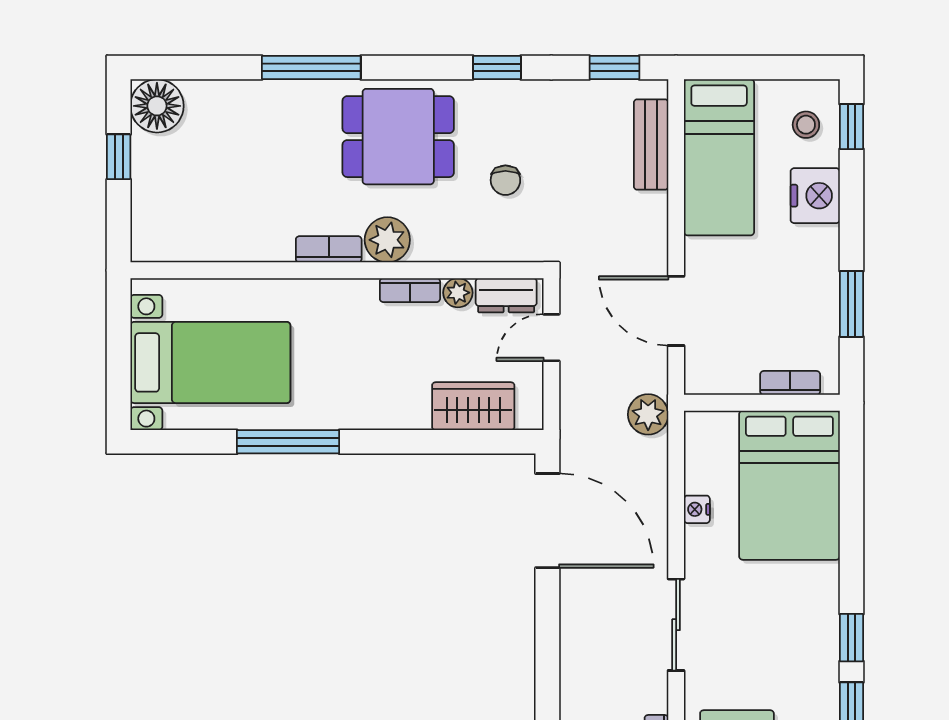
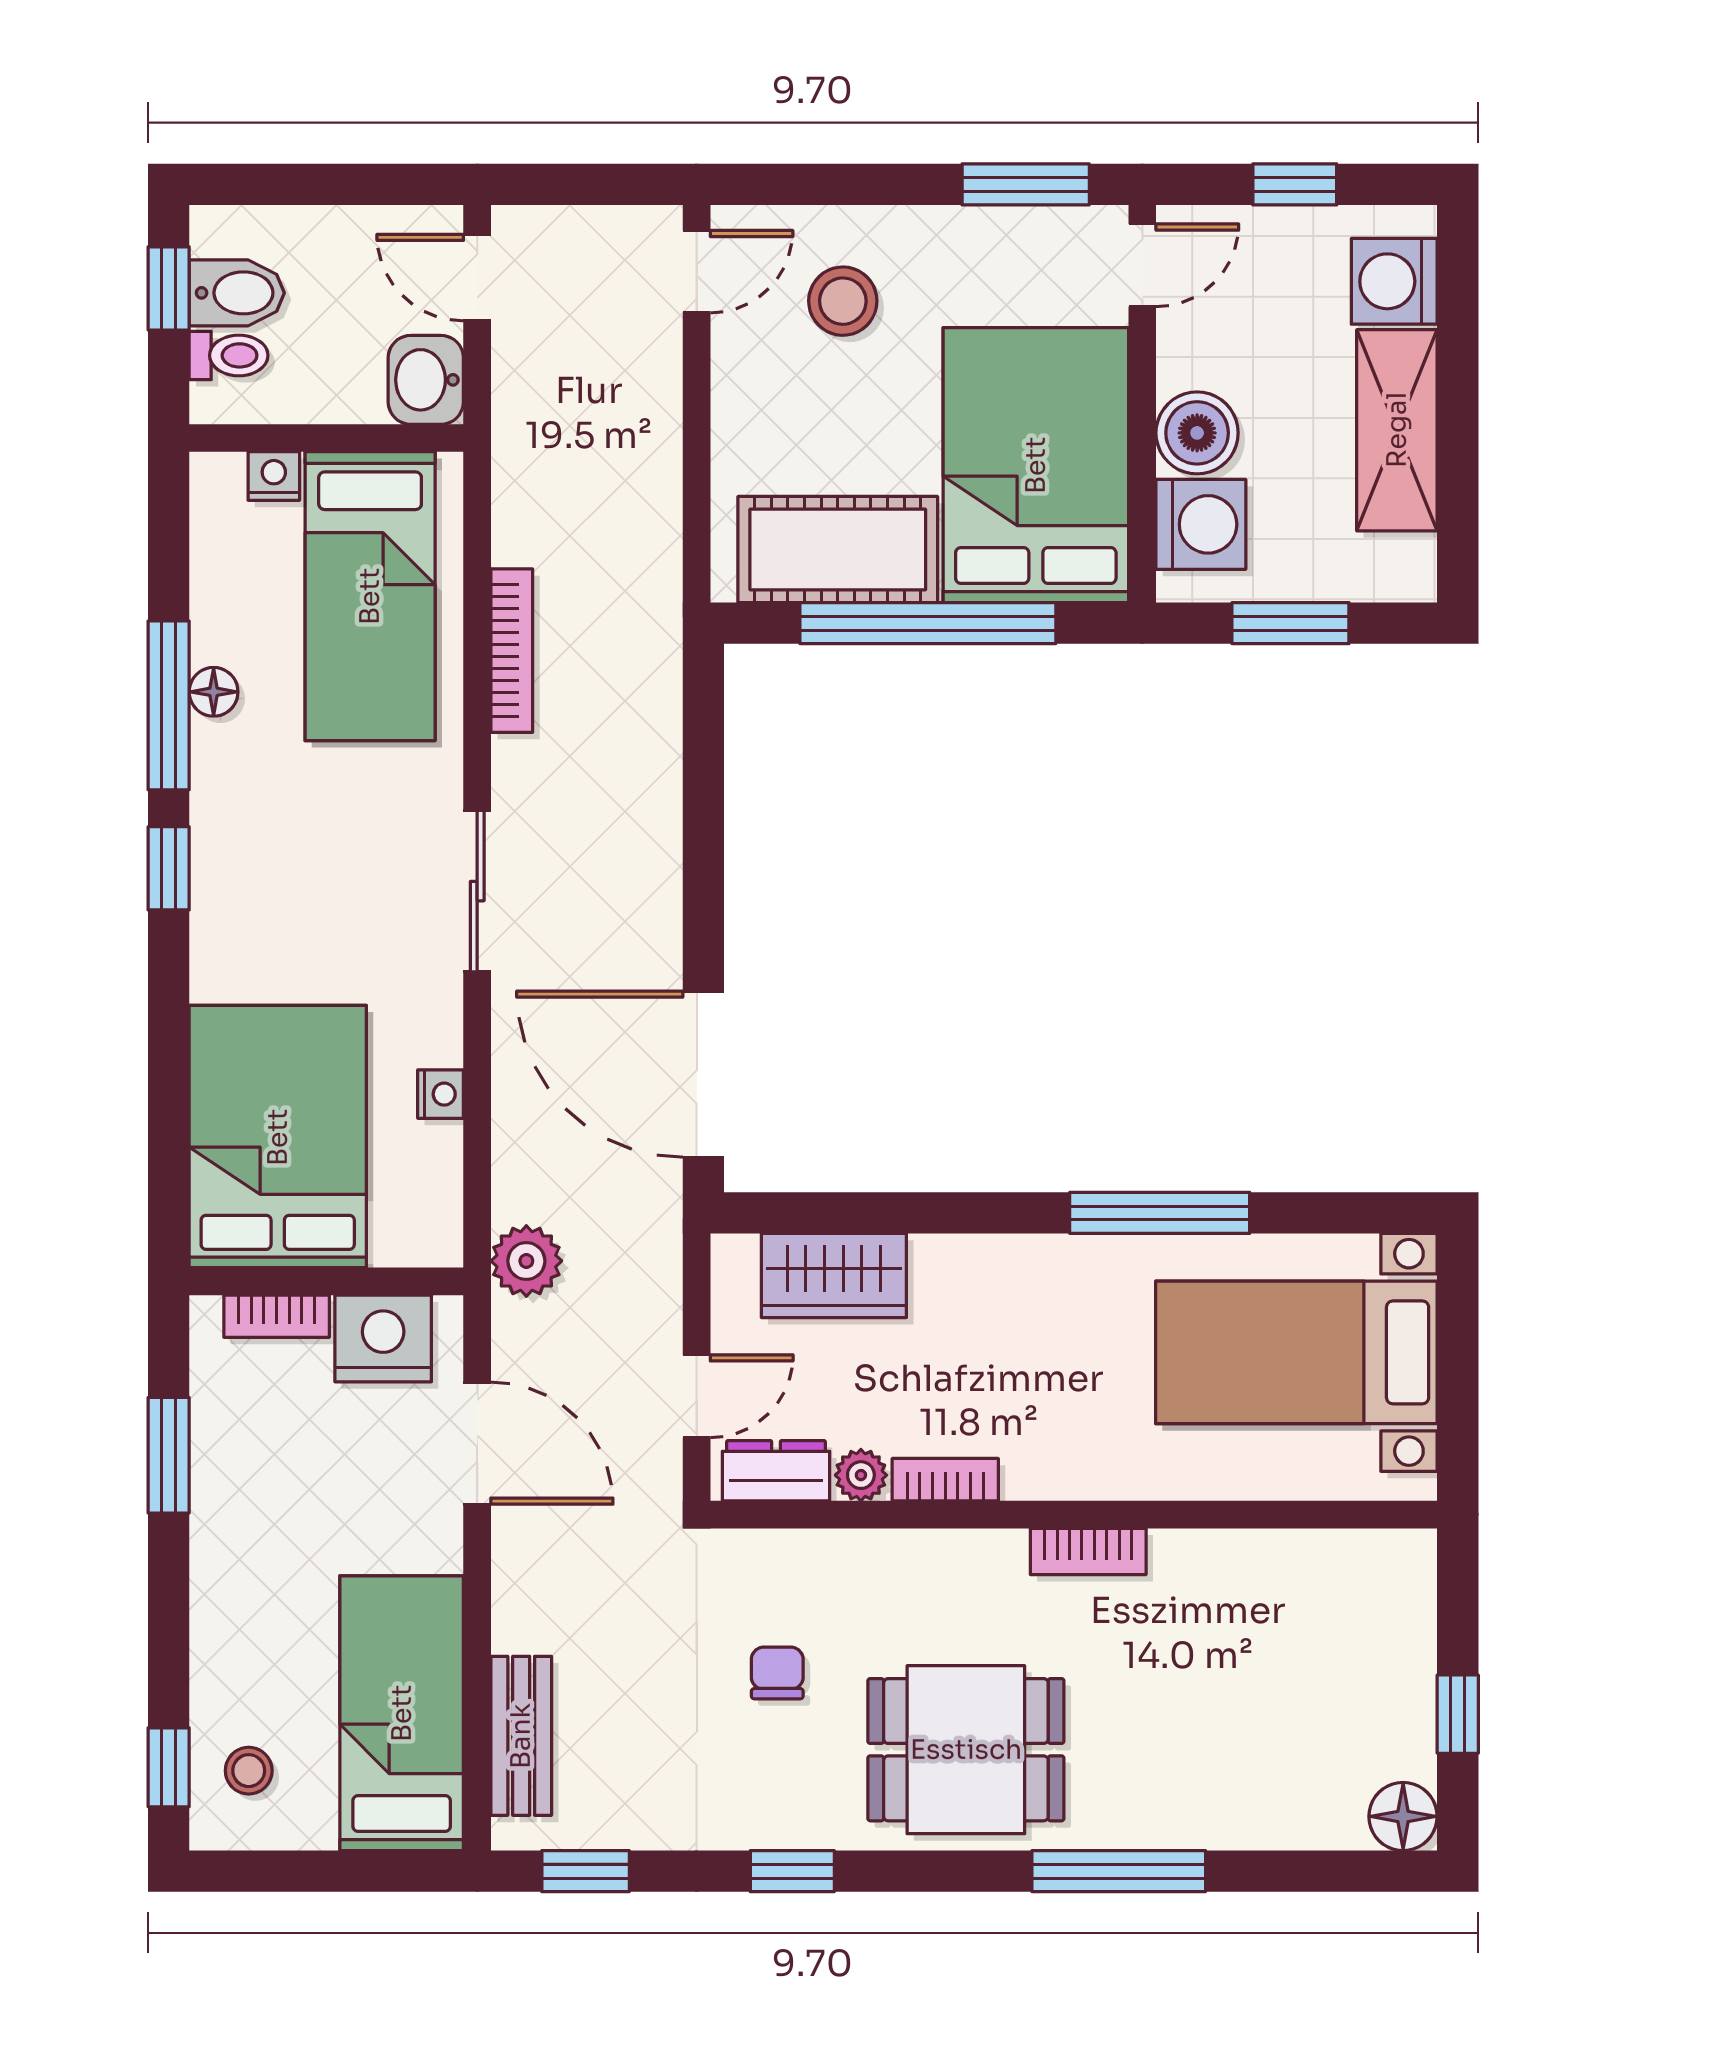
floor lamp: (157, 106) -> (1403, 1816), width x0.73, depth x0.73
nightstand: (815, 196) -> (383, 1338), moved, turned 90
plant: (387, 240) -> (985, 1568), removed

